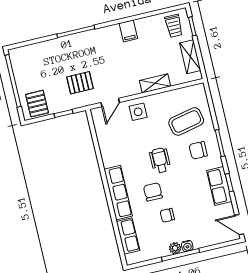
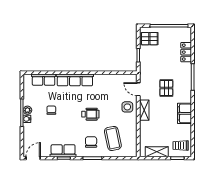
filing cabinet: (128, 31) -> (185, 113), width x2.00
locker: (44, 49) -> (186, 52), added
pallet: (80, 83) -> (166, 88), moved
shelving: (155, 83) -> (144, 110), moved
chair: (153, 192) -> (70, 104), removed

